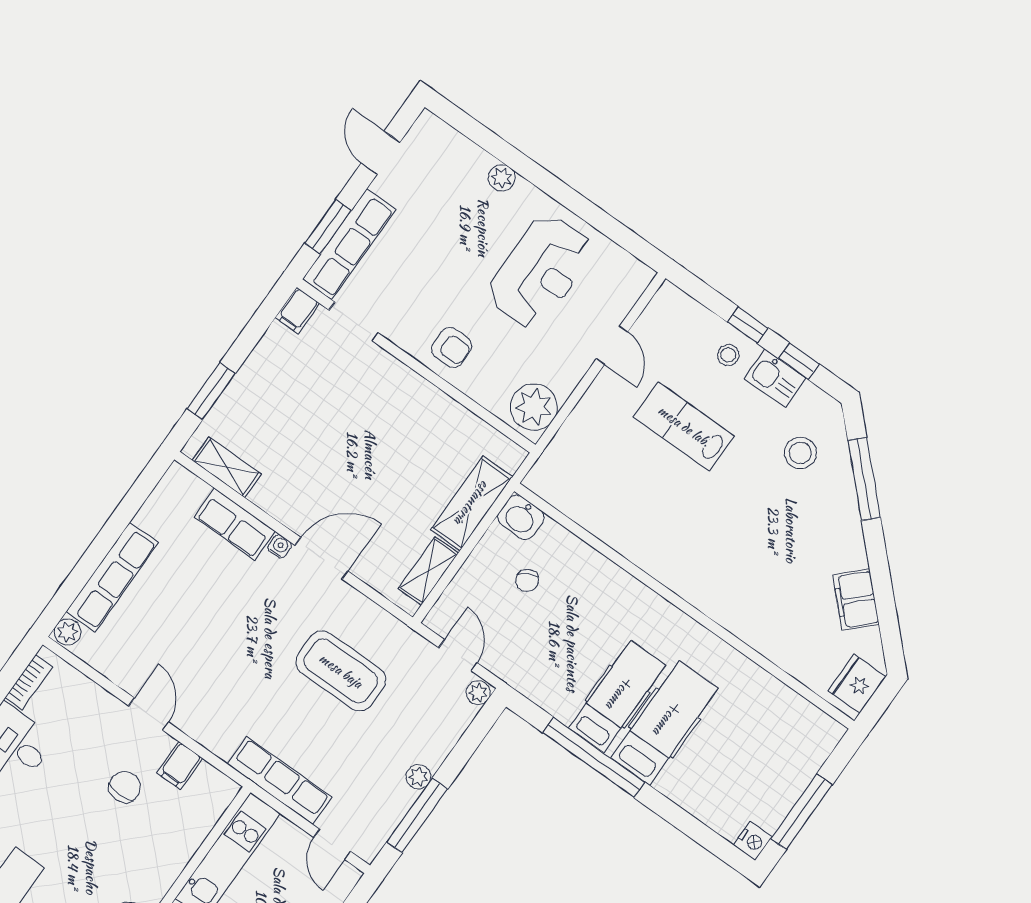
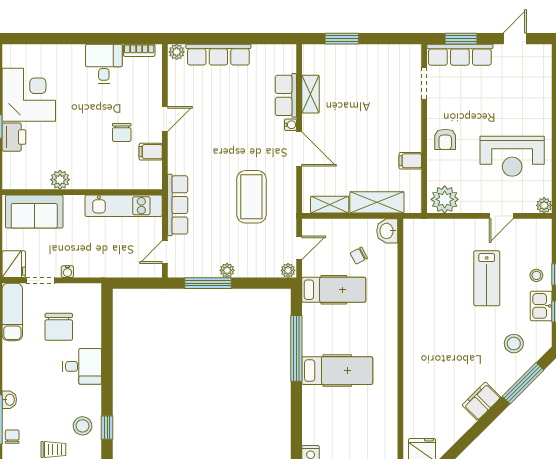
plant: (502, 178) -> (544, 205), moved
filing cabinet: (297, 310) -> (410, 161), moved
lab bench: (684, 426) -> (487, 278), turned 180
shelving: (227, 467) -> (310, 94), moved
filing cabinet: (856, 600) -> (481, 401), moved
hospital bed: (617, 697) -> (334, 290), moved
chair: (125, 787) -> (122, 132), turned 90

